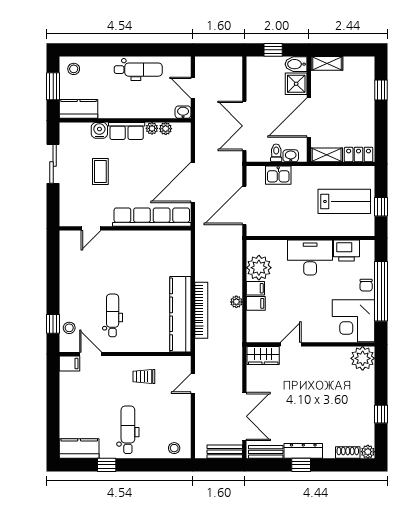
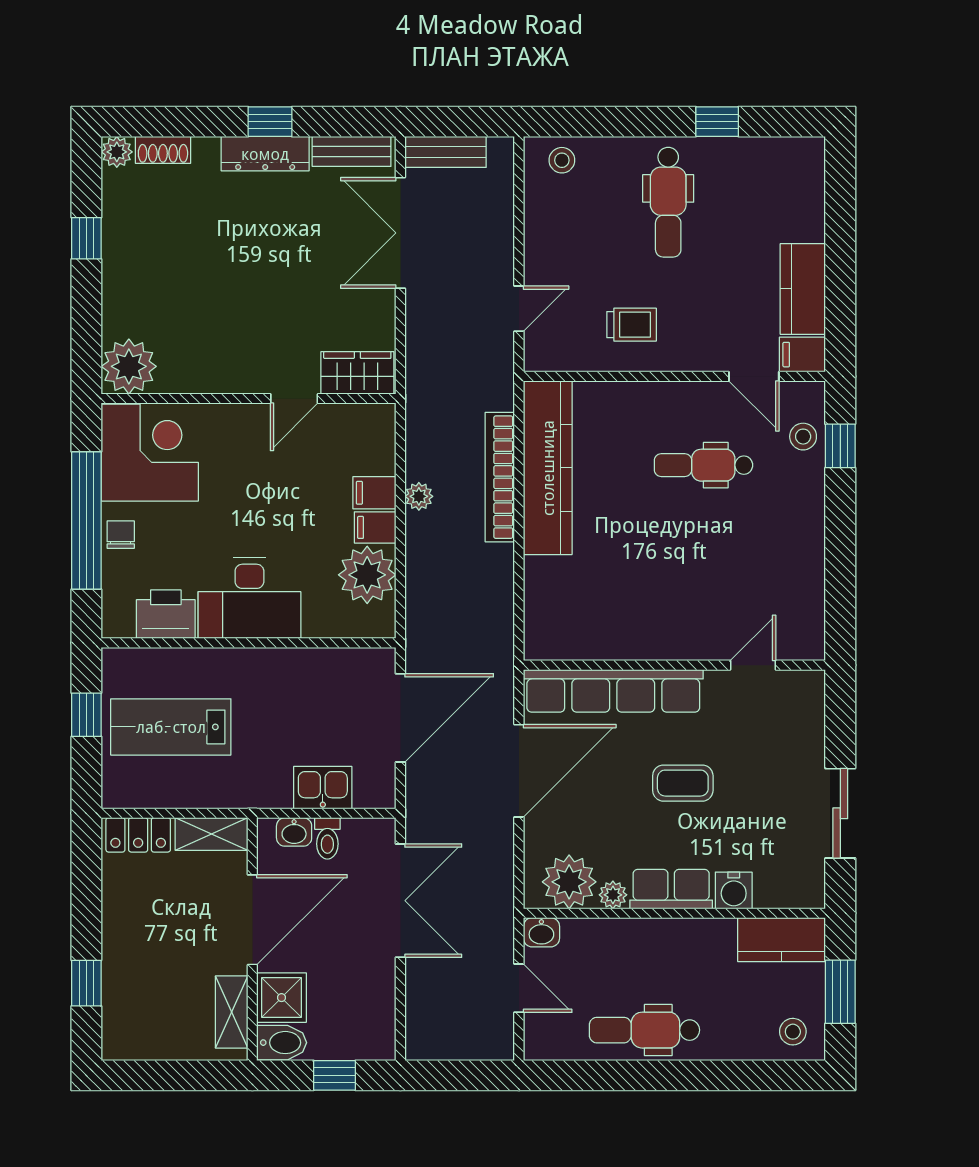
shelving: (327, 63) -> (232, 1012), moved, turned 90
plant: (166, 129) -> (569, 882), width x1.88, depth x1.88
coffee table: (100, 172) -> (683, 783), moved, turned 90
dental chair: (113, 315) -> (703, 465), turned 90
kitchen counter: (79, 449) -> (803, 289), moved, turned 90

